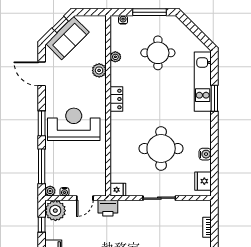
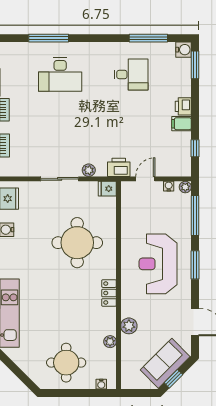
window: (150, 12) -> (71, 393), removed
round table: (158, 53) -> (66, 363), moved
reception desk: (74, 124) -> (158, 264), turned 90
round table: (161, 149) -> (77, 243), moved
plant: (55, 211) -> (89, 170), moved, width x0.53, depth x0.53

